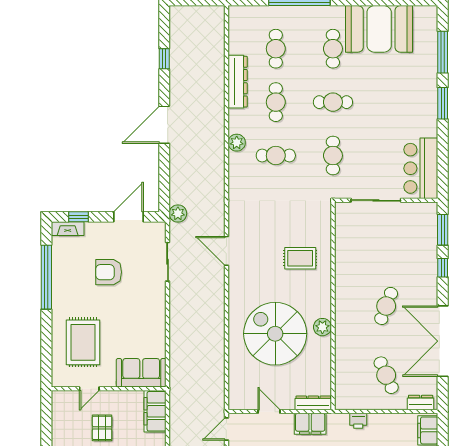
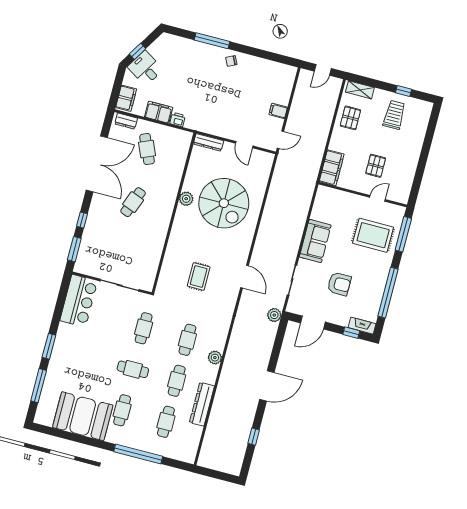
cafe table: (276, 156) -> (187, 340), turned 90
rug: (300, 258) -> (199, 276), moved, turned 90
rug: (83, 342) -> (373, 235), turned 90
window: (46, 353) -> (403, 234), added
sofa: (141, 373) -> (315, 241), moved, turned -90
filing cabinet: (310, 424) -> (159, 112), moved

